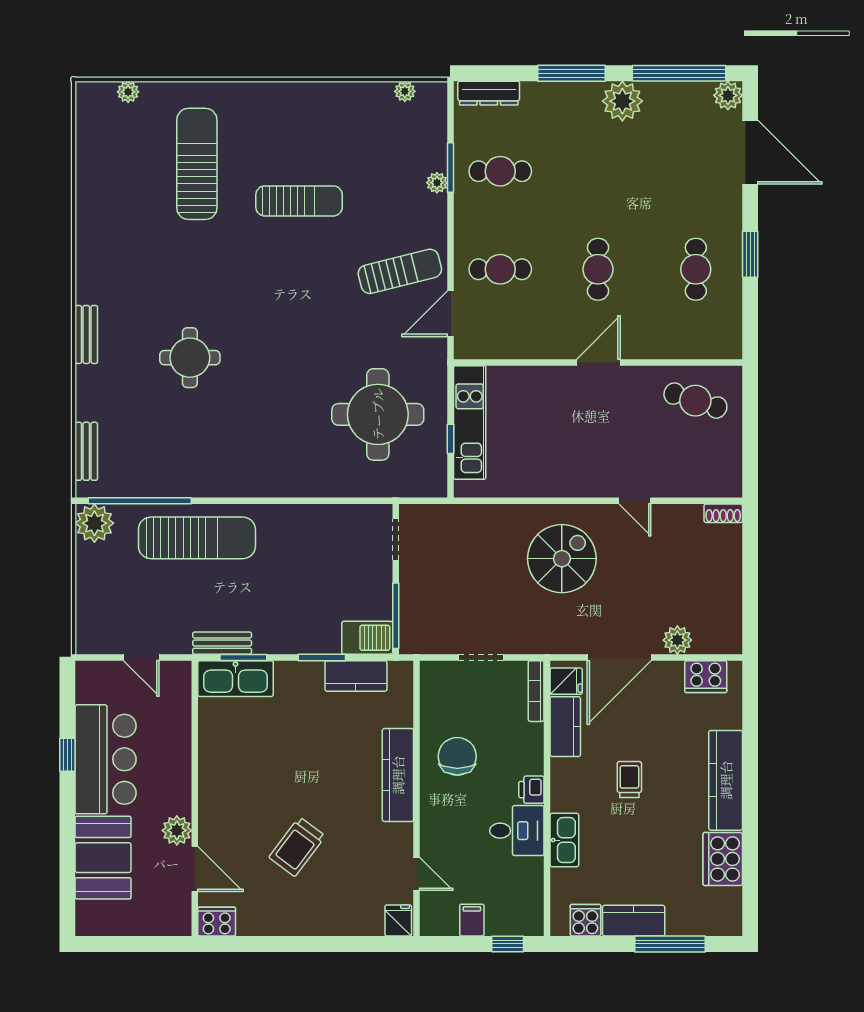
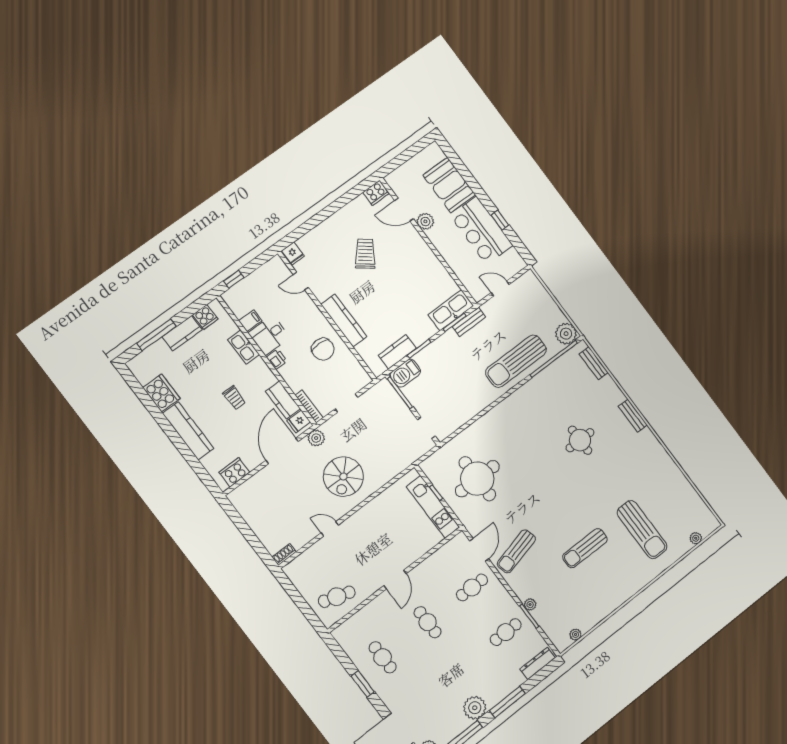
plant: (677, 640) -> (316, 438), moved
filing cabinet: (472, 920) -> (250, 321), moved, turned -90

